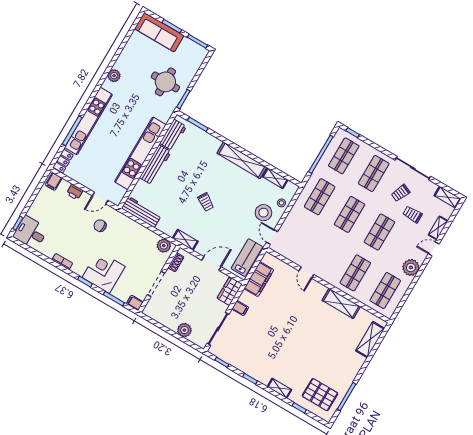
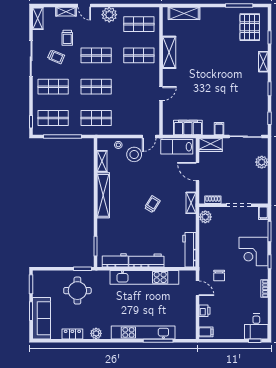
locker: (63, 161) -> (72, 334), moved

